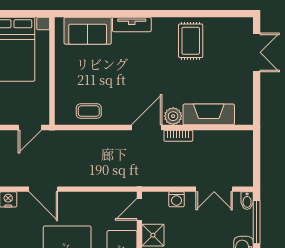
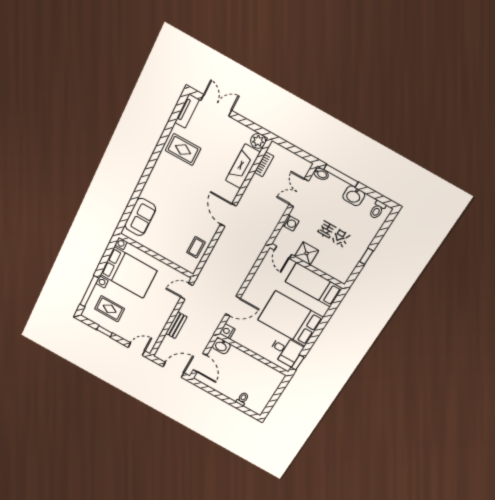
tv unit: (132, 24) -> (187, 111), moved
plant: (173, 116) -> (258, 141), moved
door: (30, 127) -> (187, 291), swing flipped
bookcase: (178, 136) -> (264, 164), moved
double door: (214, 189) -> (299, 193), swing flipped

